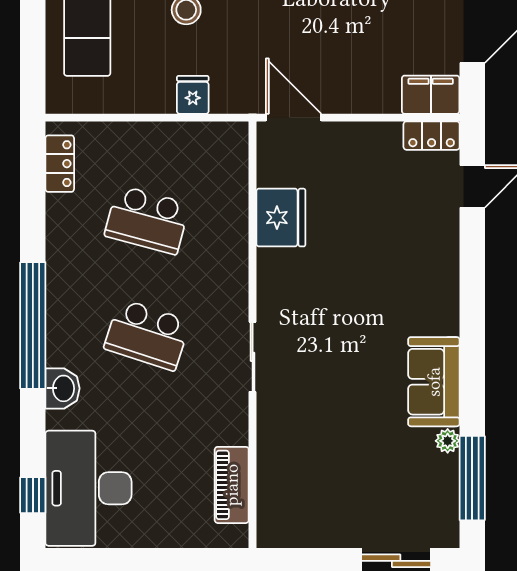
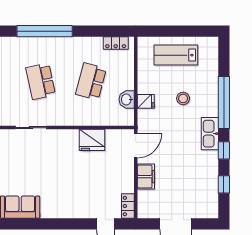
filing cabinet: (431, 95) -> (146, 177), moved
school desk: (147, 335) -> (41, 81), turned -30
washbasin: (62, 388) -> (127, 99), moved, turned 90

